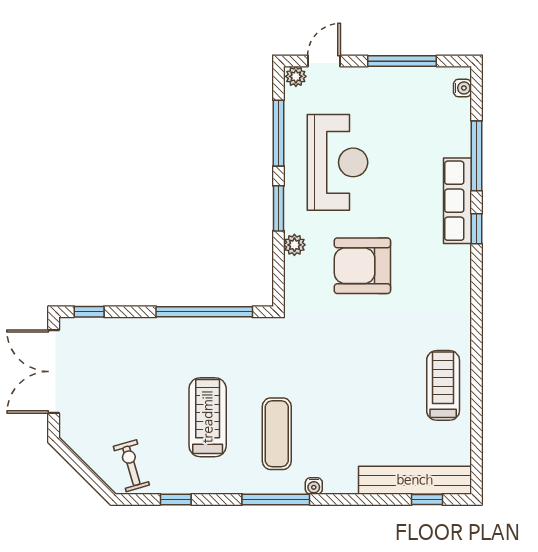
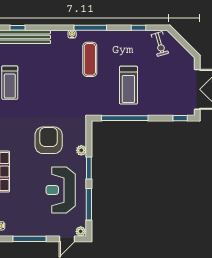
armchair: (362, 266) -> (49, 140), turned -90
treadmill: (208, 417) -> (128, 85), moved

